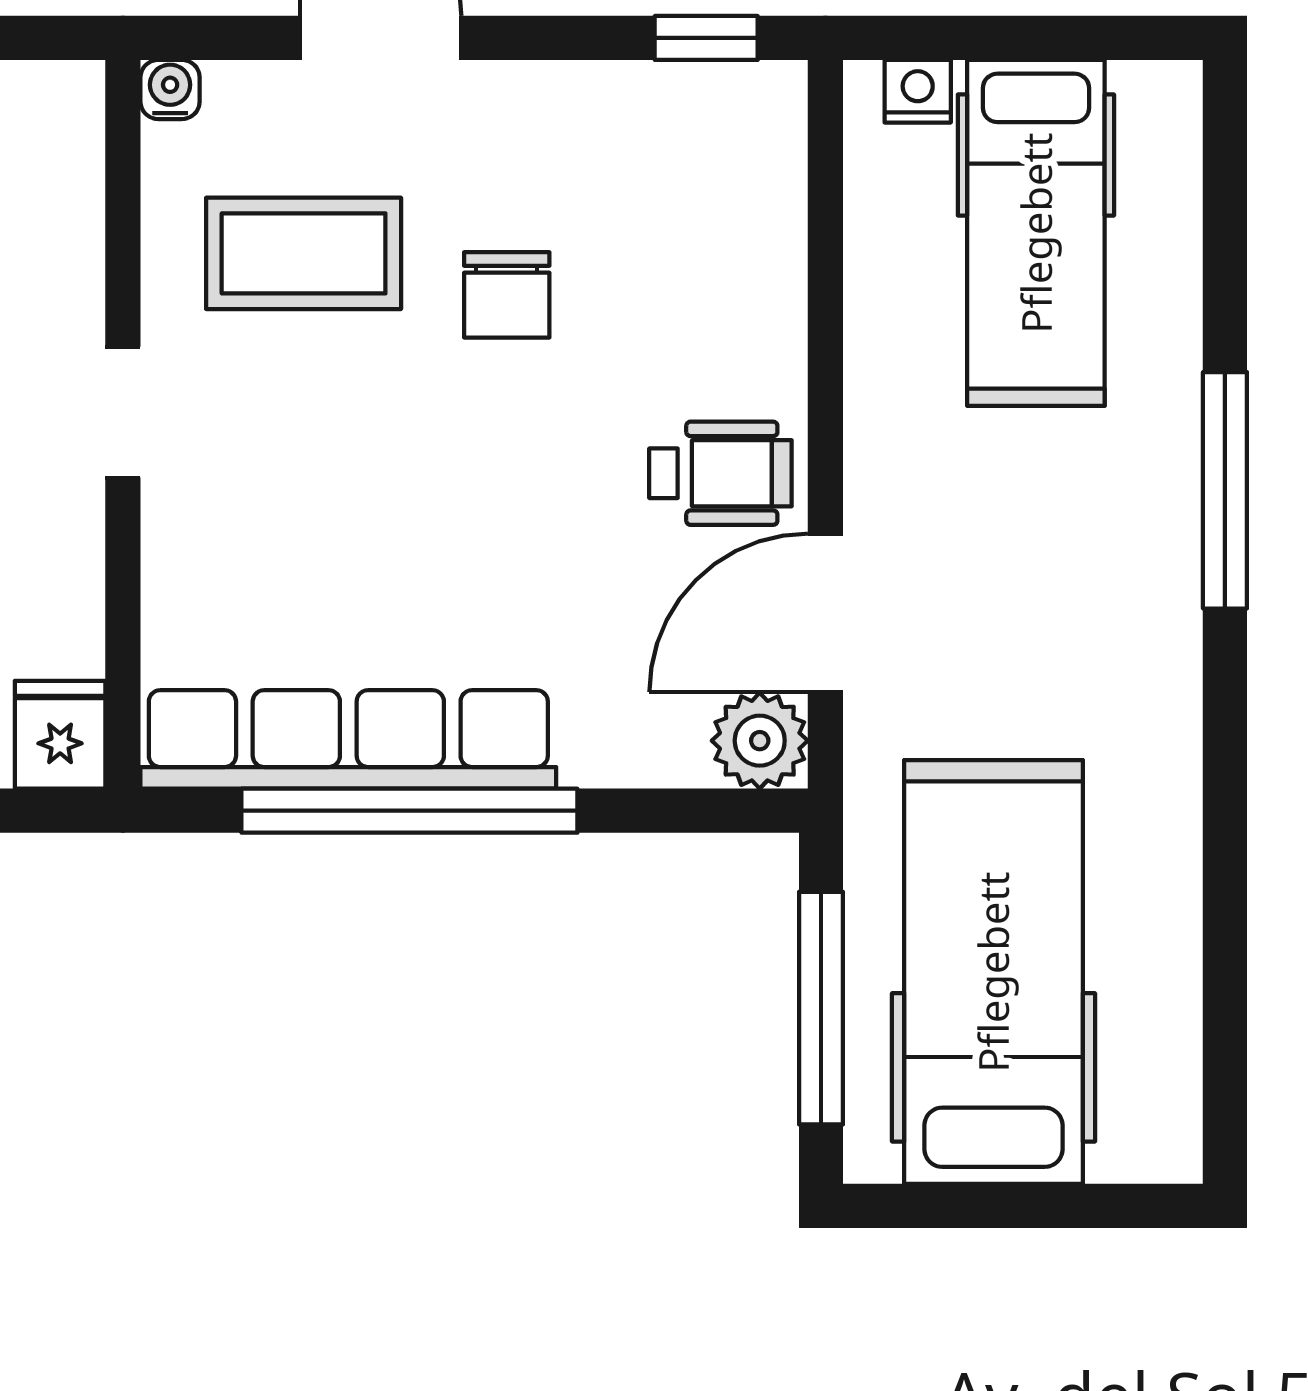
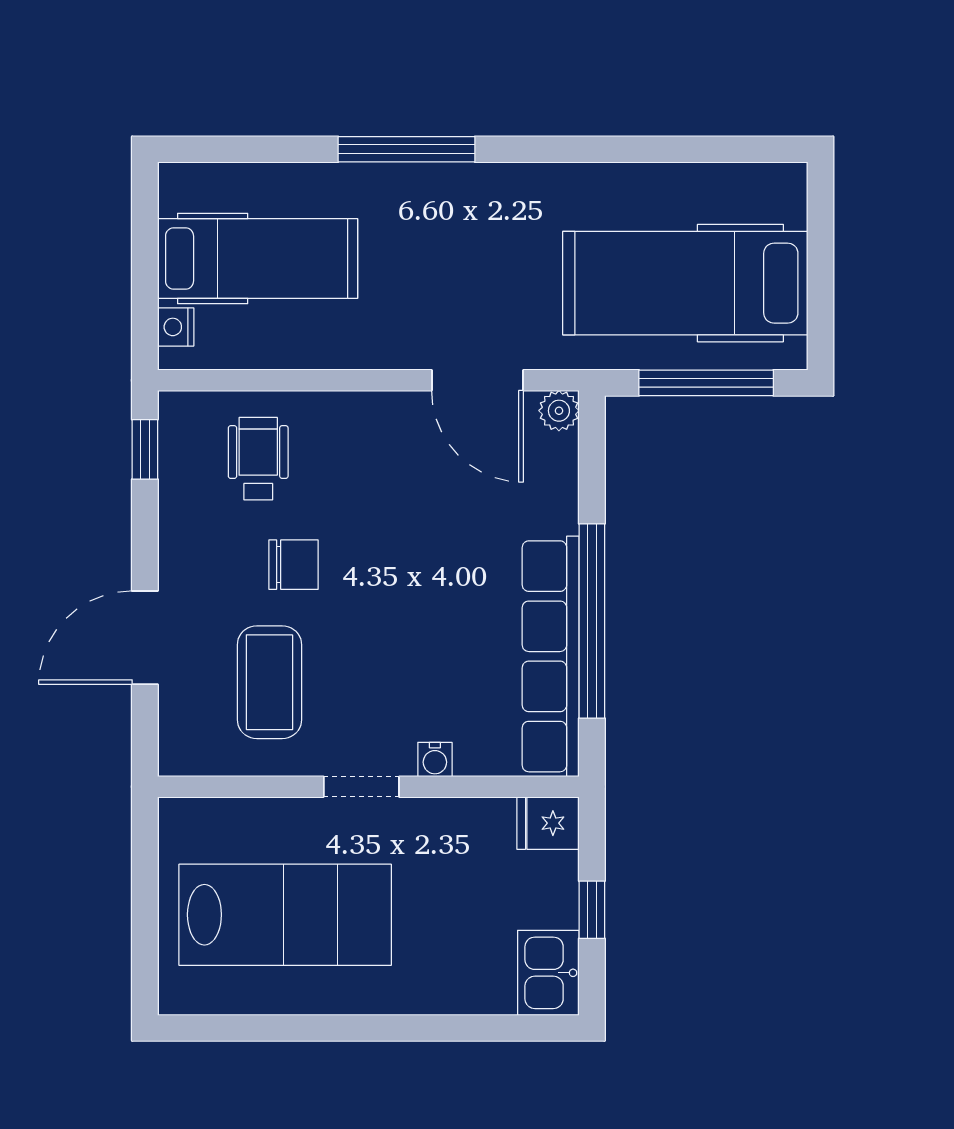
water cooler: (170, 89) -> (435, 759), moved, turned -90
wheelchair: (720, 473) -> (258, 459), moved
plant: (760, 741) -> (559, 411), width x0.73, depth x0.73

